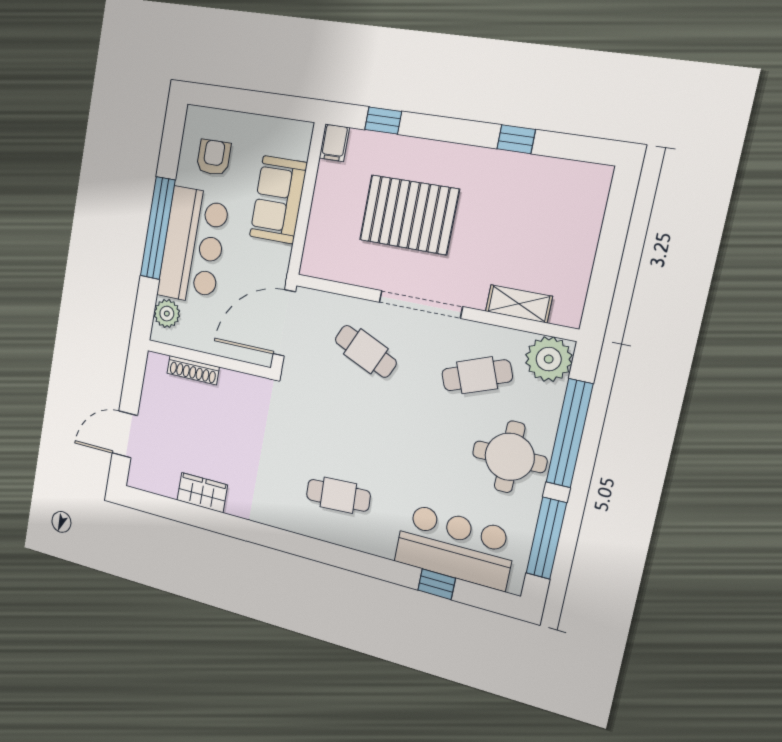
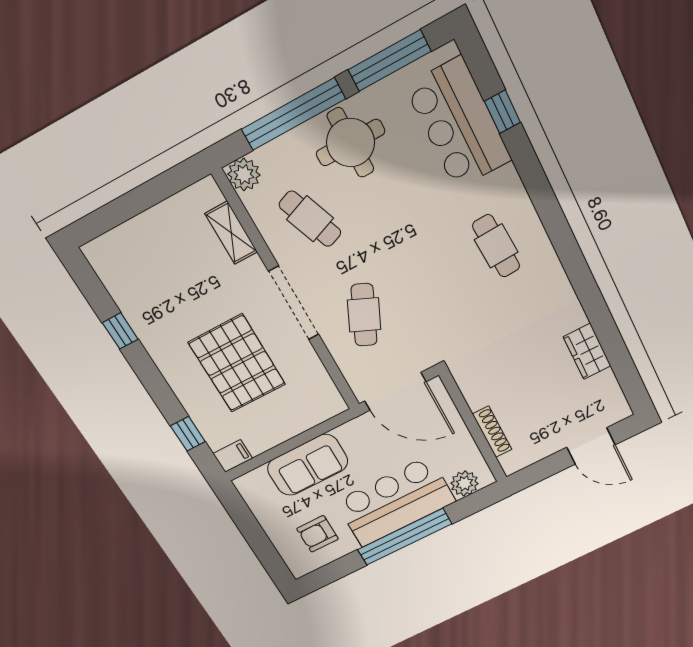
plant: (549, 359) -> (244, 175), width x0.73, depth x0.73

